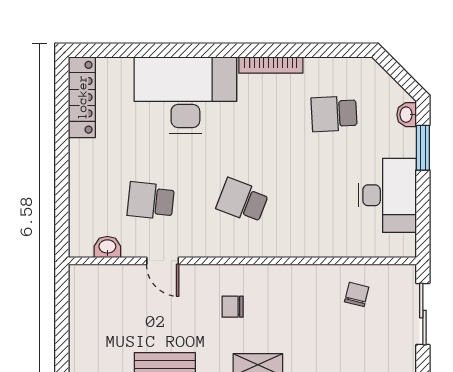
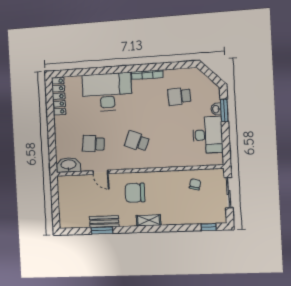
washbasin: (407, 115) -> (216, 109), moved
washbasin: (107, 247) -> (69, 165), width x1.91, depth x1.45
chair: (233, 307) -> (135, 193), width x1.87, depth x1.87

